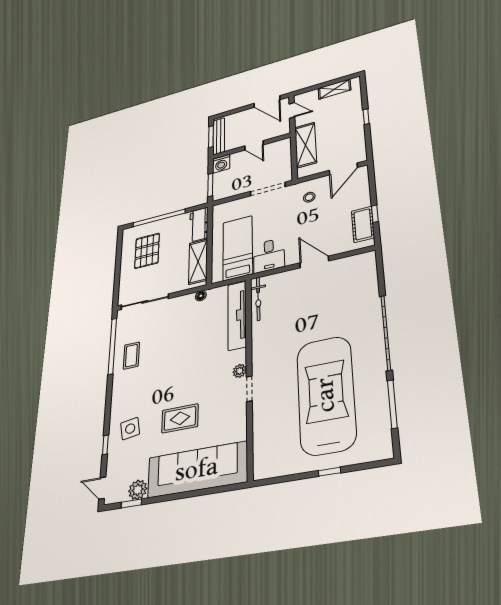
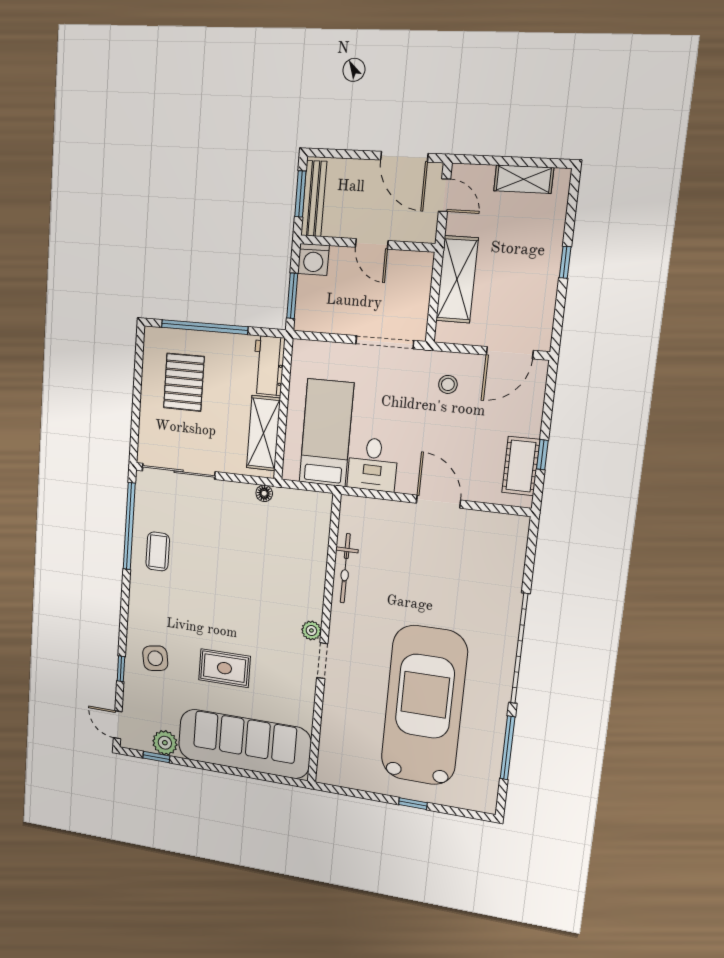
bicycle: (258, 299) -> (345, 568), moved
tv unit: (237, 315) -> (315, 545), removed

